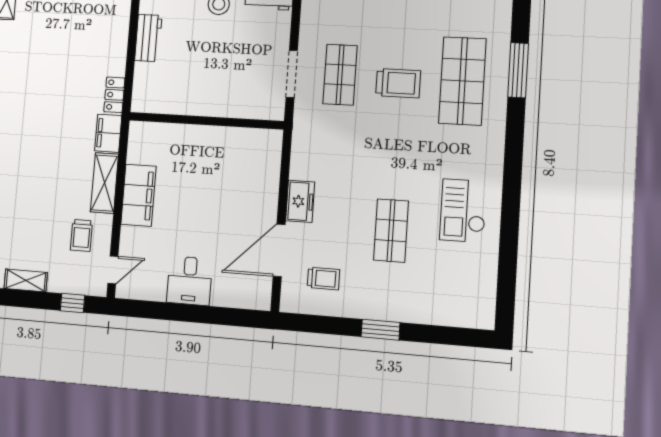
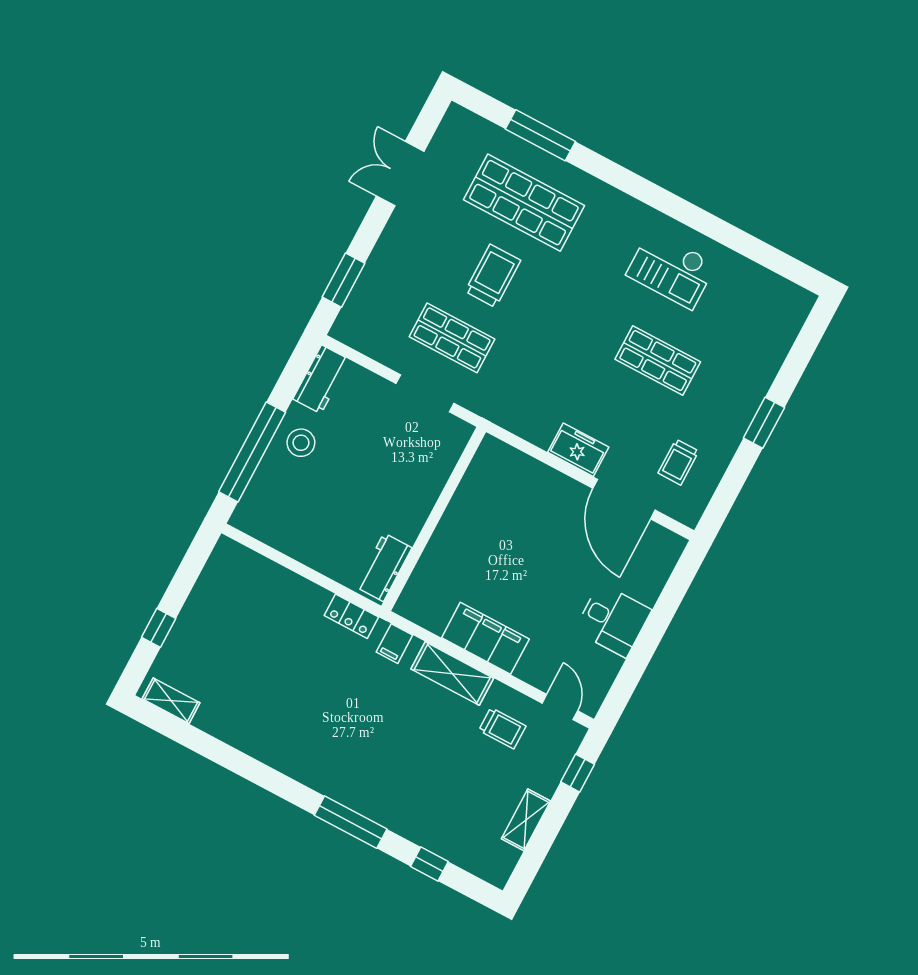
workbench: (148, 38) -> (384, 567), moved, turned -90
filing cabinet: (108, 133) -> (394, 644), width x0.50
trolley: (323, 278) -> (678, 462), turned 180

